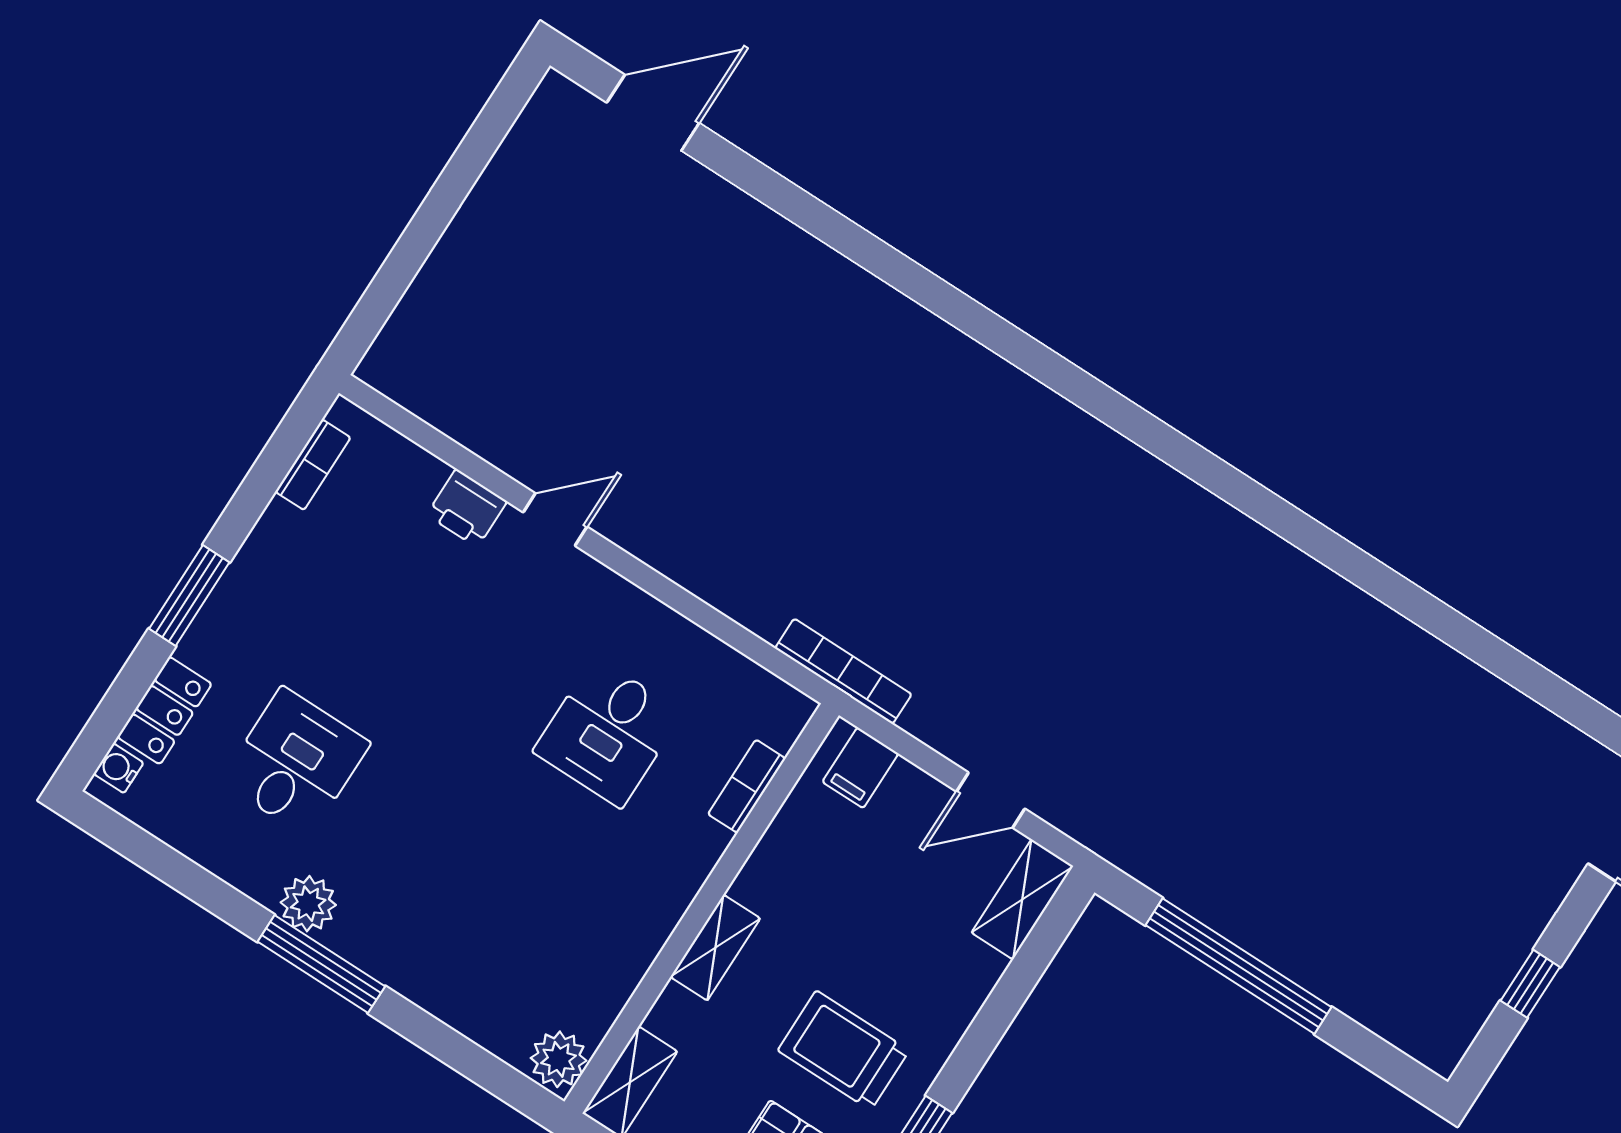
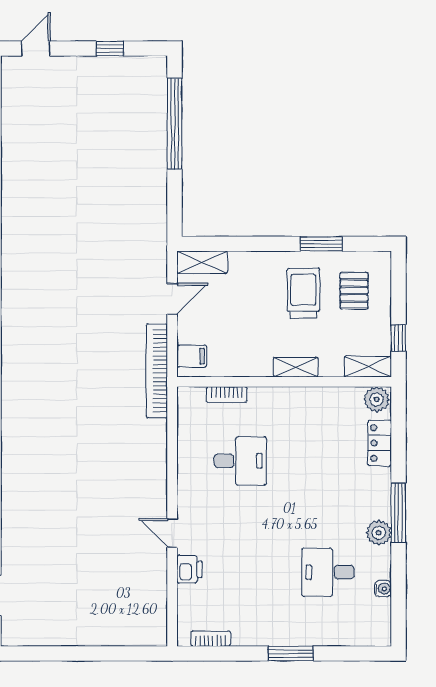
bookcase: (843, 671) -> (157, 371), width x1.48, depth x1.31
locker: (164, 710) -> (380, 443), moved, turned -90
water cooler: (119, 768) -> (383, 589), moved, turned -90
door: (991, 800) -> (172, 299), hinge flipped
window: (1238, 966) -> (175, 124), moved
trolley: (843, 1050) -> (303, 293), turned 180

